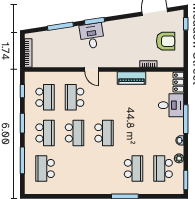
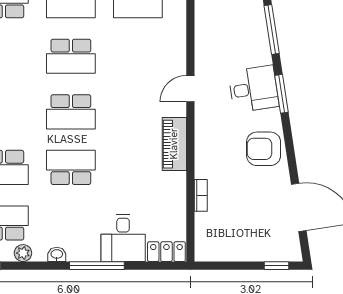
armchair: (166, 41) -> (264, 149), moved, turned 90
piano: (132, 78) -> (174, 144), moved
school desk: (75, 97) -> (71, 167), moved

